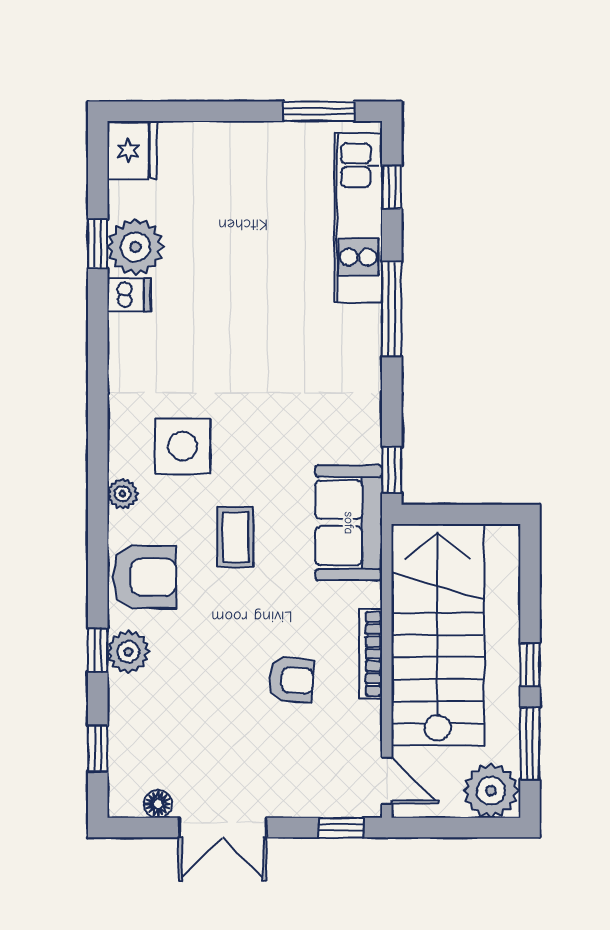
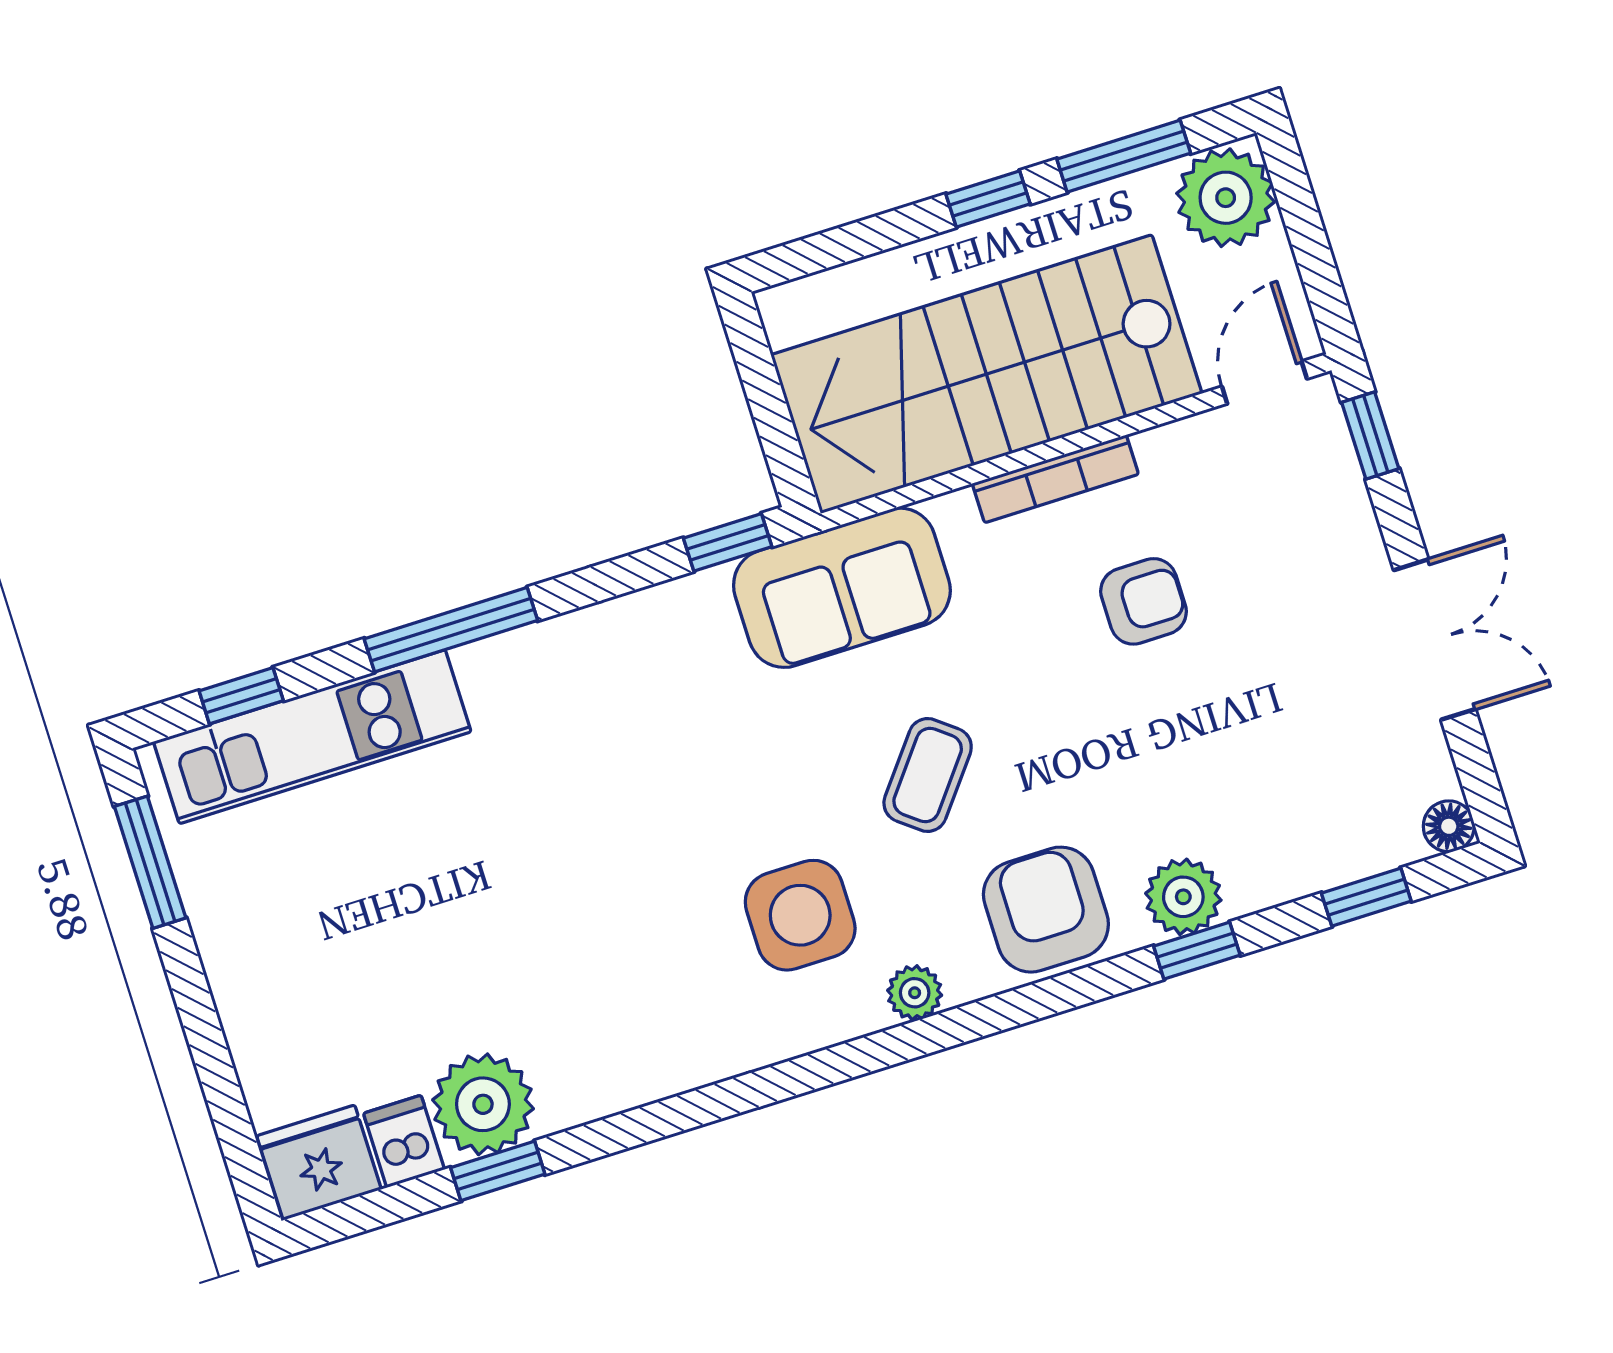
dishwasher: (129, 295) -> (404, 1141), moved
coffee table: (235, 537) -> (928, 775), turned -52
armchair: (291, 680) -> (1144, 601), turned 86
floor lamp: (158, 804) -> (1449, 826), moved

